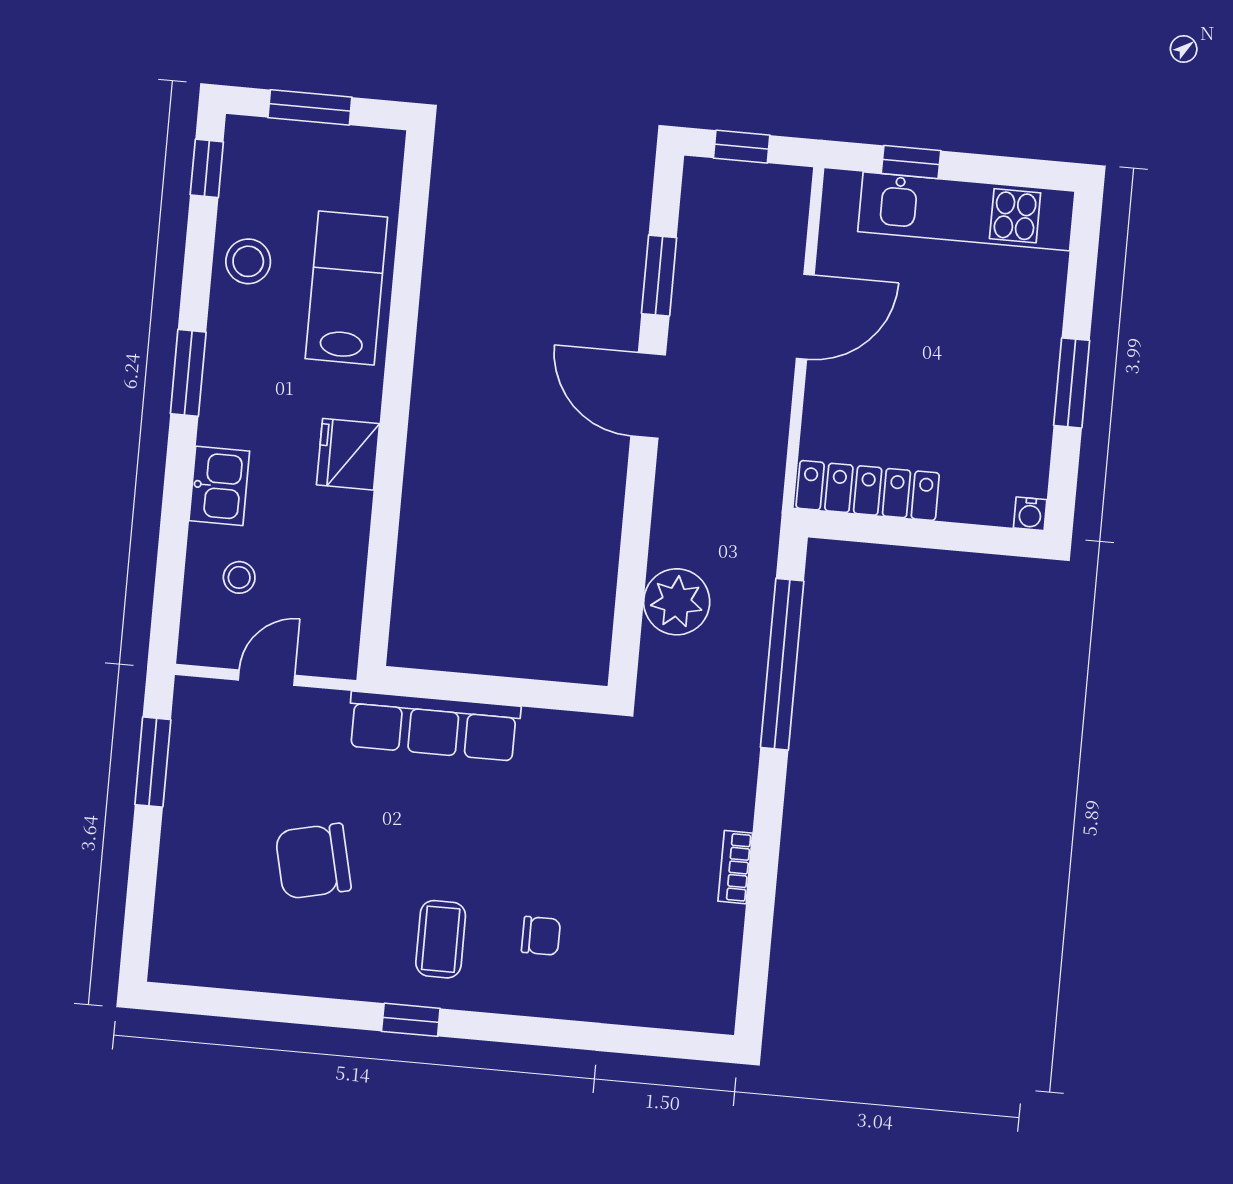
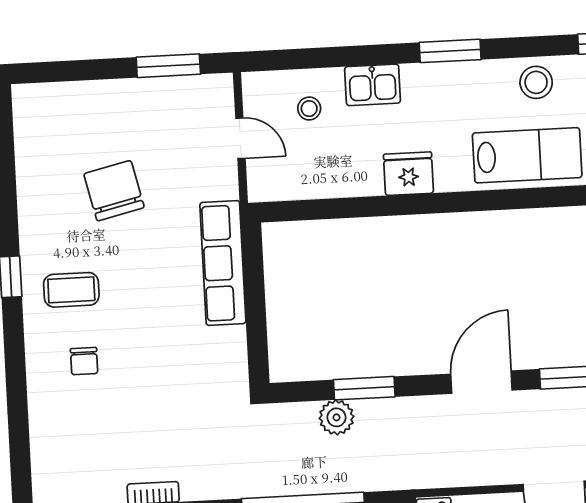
window: (633, 557) -> (364, 388), added
plant: (677, 602) -> (336, 417), width x0.73, depth x0.73

